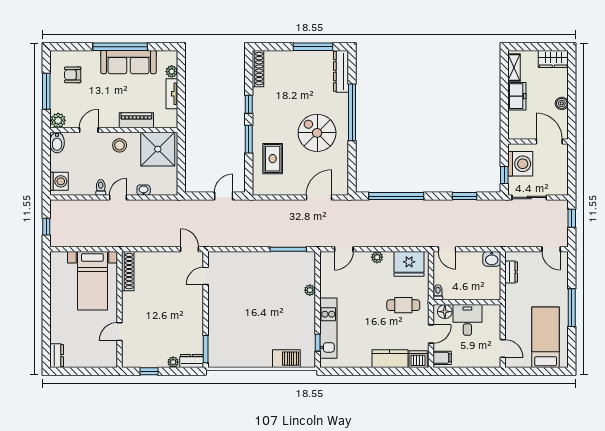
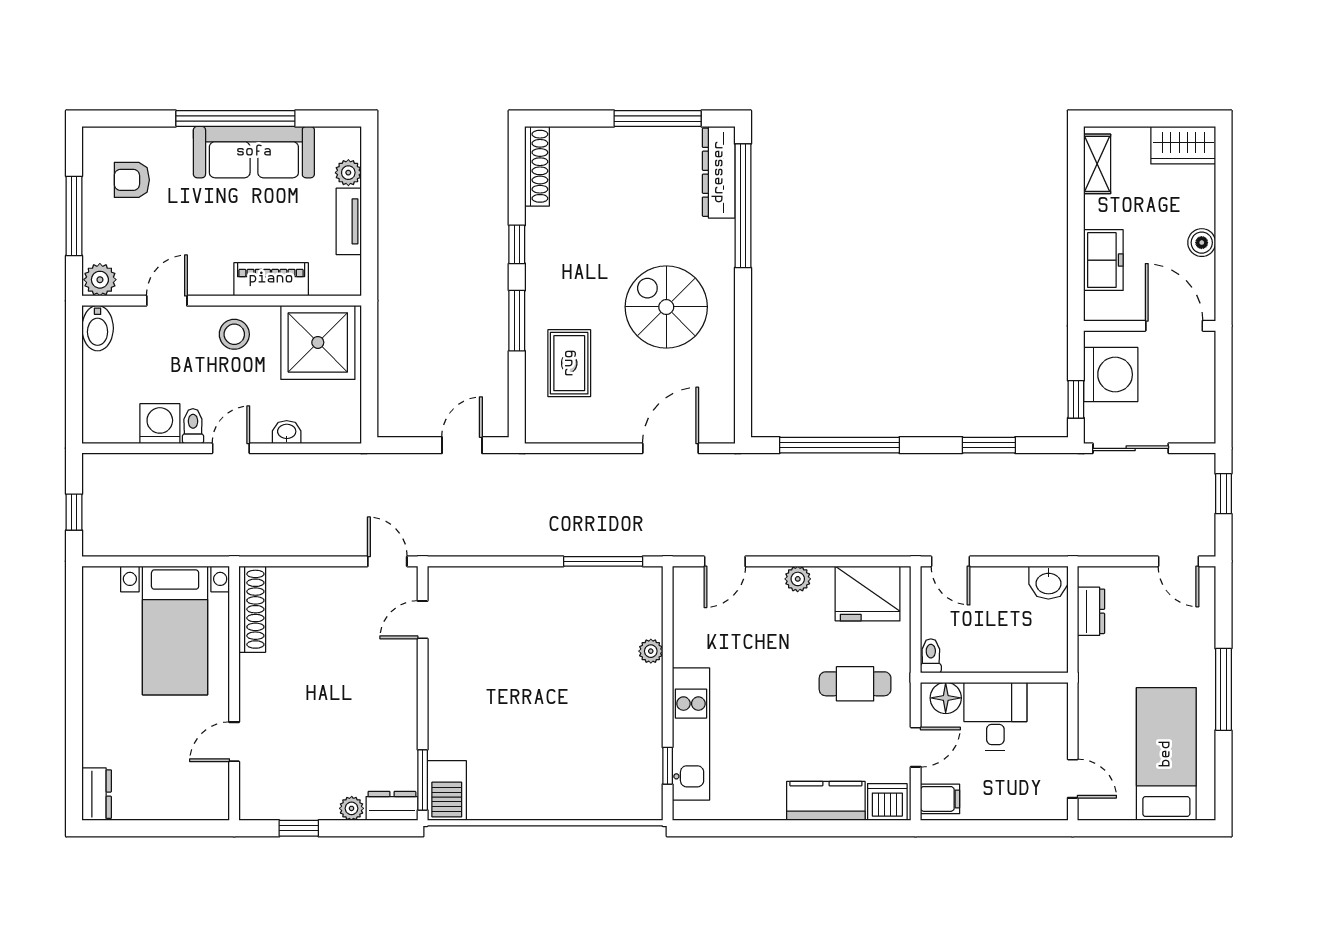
freezer: (517, 96) -> (1103, 260), moved
window: (352, 112) -> (743, 206), moved
washing machine: (59, 181) -> (160, 424), moved, turned -90
barbecue: (286, 359) -> (447, 791), moved, turned 90

